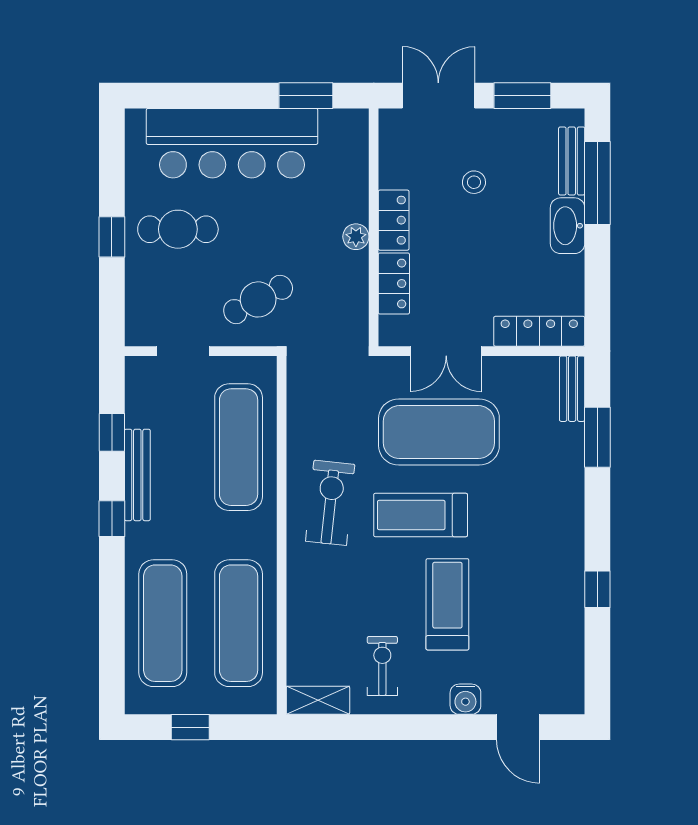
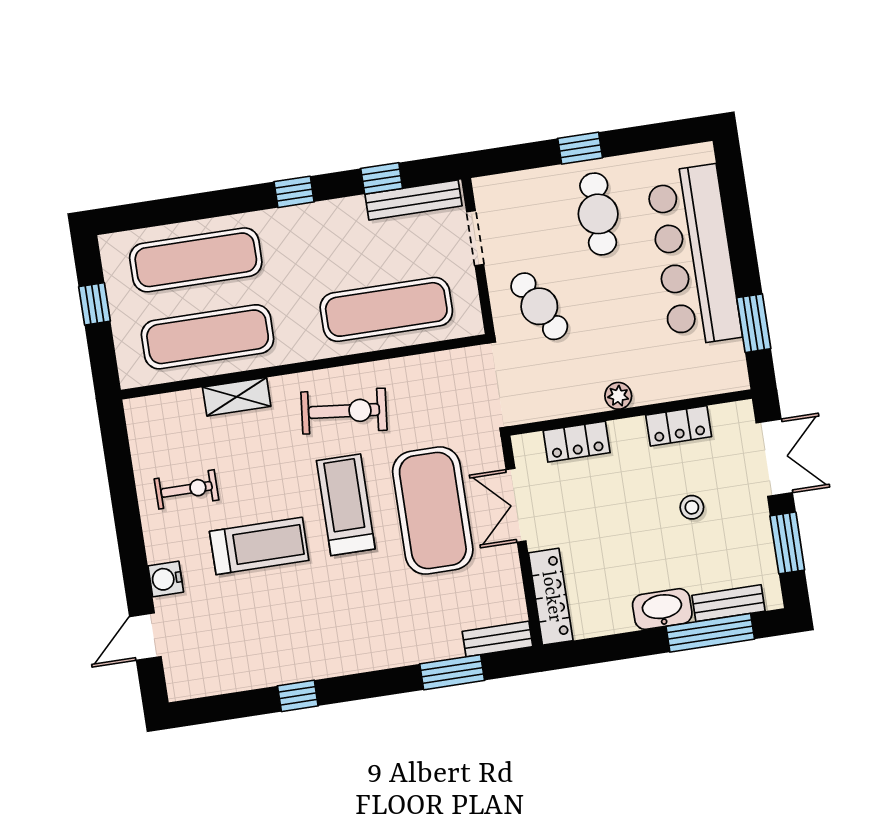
locker: (394, 220) -> (679, 426), moved
bench: (137, 475) -> (414, 200), moved
shelving: (318, 700) -> (237, 397), moved, turned 90

